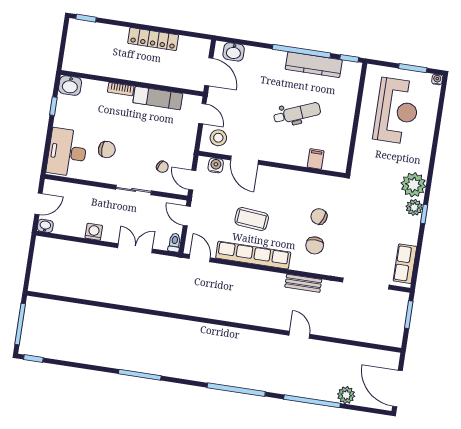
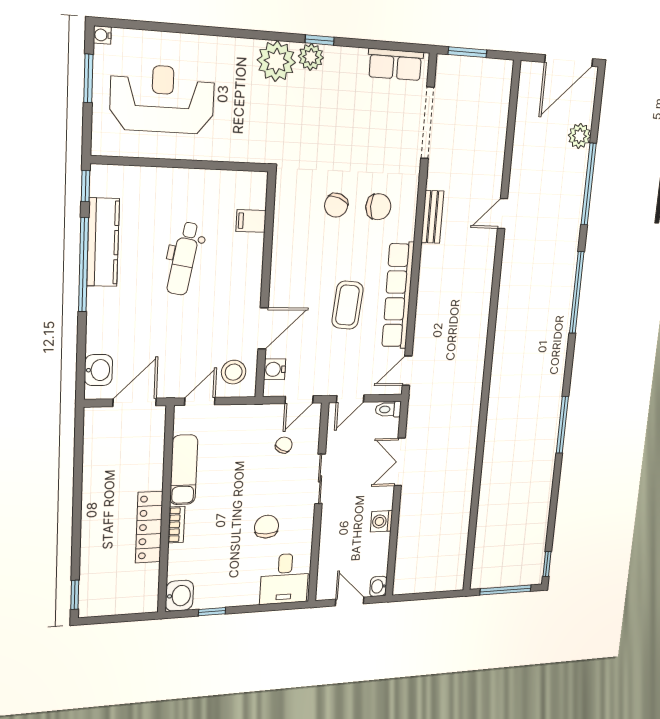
locker: (153, 39) -> (149, 527), moved, turned 180
dental chair: (297, 113) -> (184, 259), turned -148
desk: (67, 152) -> (285, 579), width x0.73

